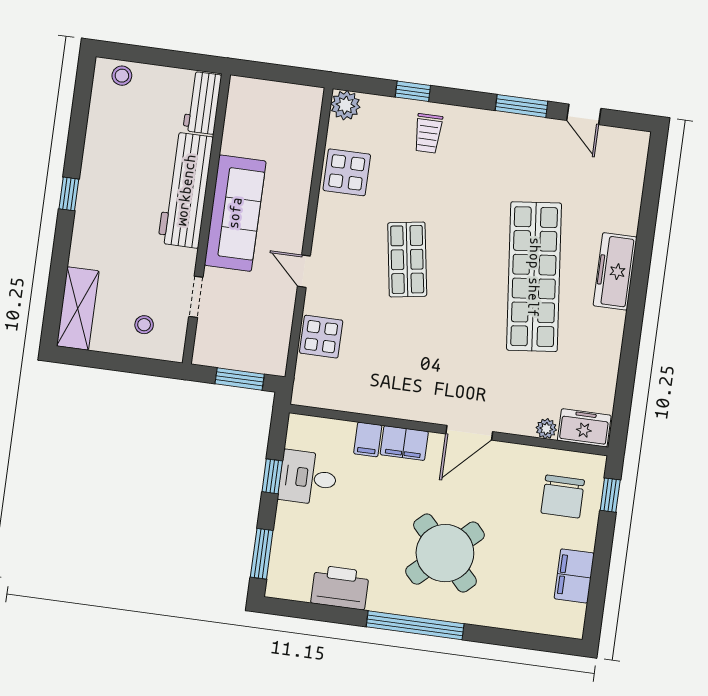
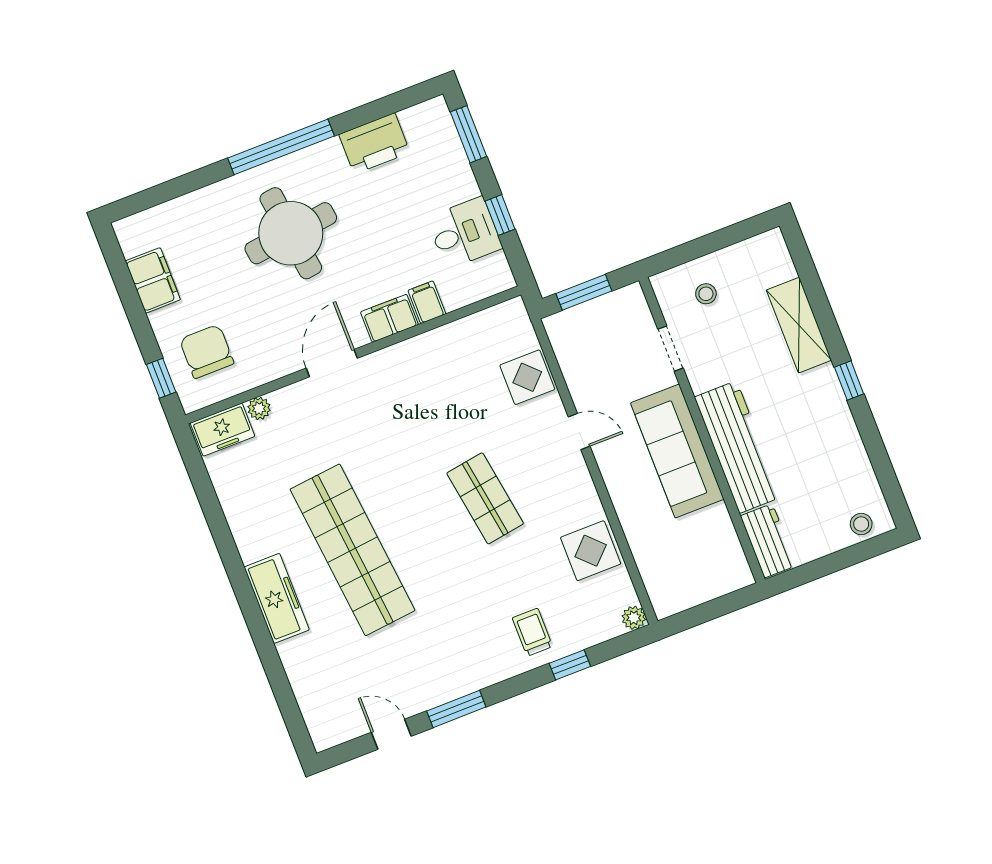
plant: (345, 105) -> (634, 618), width x0.73, depth x0.73
shelving: (78, 308) -> (799, 325), moved
round table: (445, 553) -> (291, 233), turned 36

